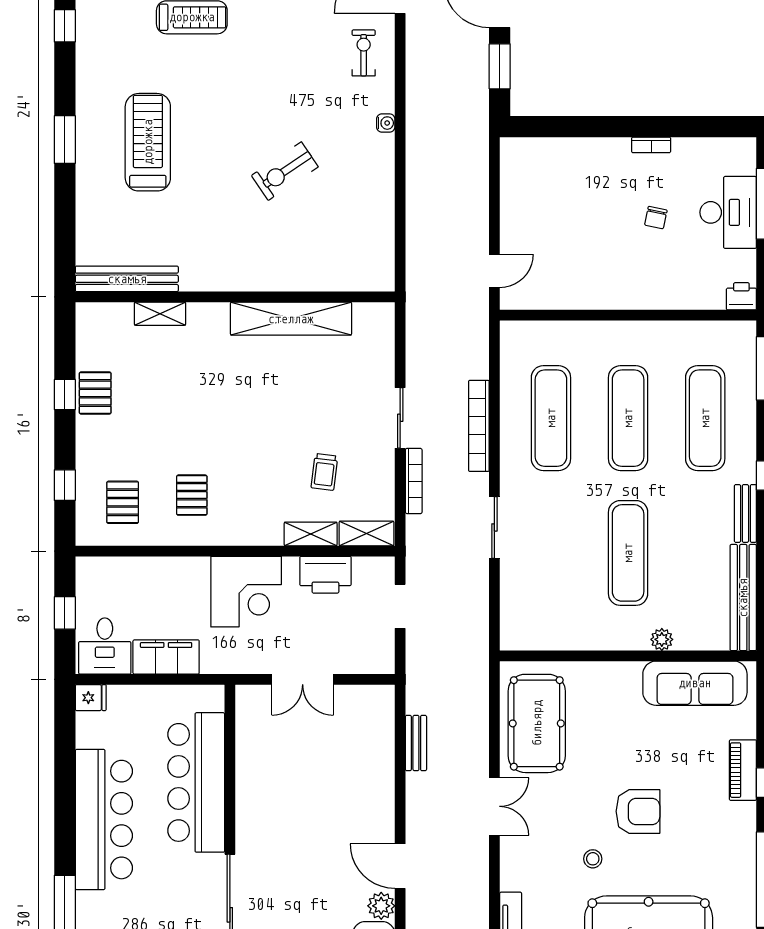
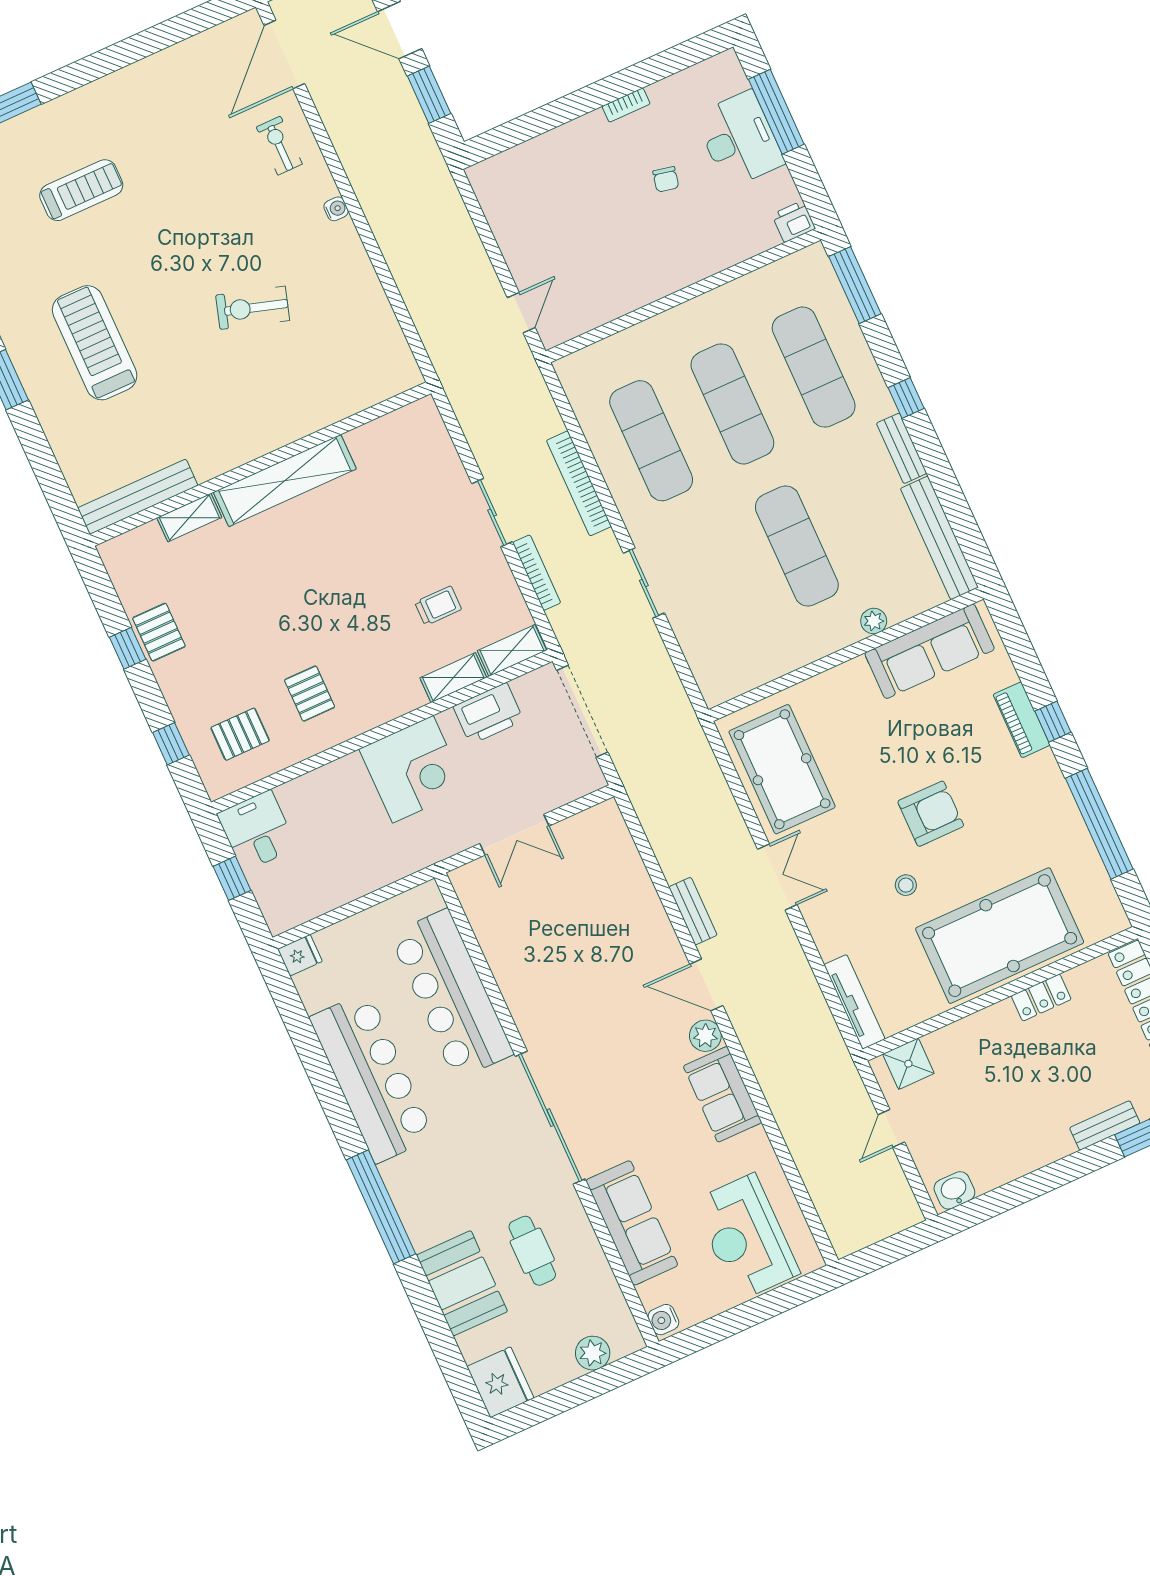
exercise bike: (285, 171) -> (253, 308), turned 51
shelving: (291, 319) -> (285, 481), moved
trolley: (324, 472) -> (438, 606), turned -97
pallet: (123, 502) -> (240, 734), turned 90
doorway: (400, 606) -> (582, 711), width x1.88
desk: (105, 646) -> (257, 831), moved, turned 180
filing cabinet: (166, 657) -> (360, 876), removed
bench: (416, 743) -> (693, 911), moved

